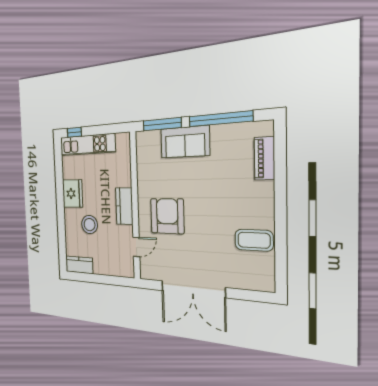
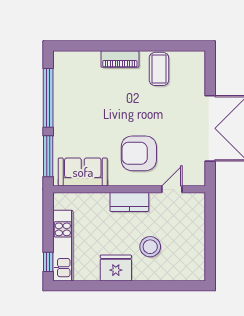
sofa: (185, 142) -> (83, 172), moved, turned -90
piano: (264, 158) -> (120, 59), moved
door: (136, 247) -> (172, 189), hinge flipped
kitchen counter: (79, 265) -> (196, 263), removed

